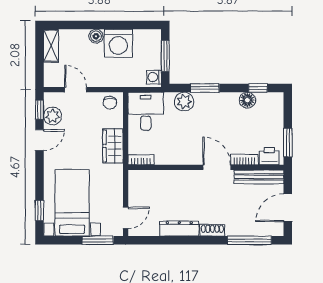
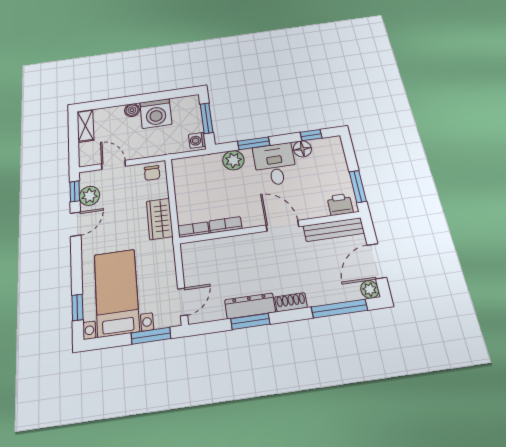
desk: (146, 111) -> (275, 164), moved
bookcase: (244, 160) -> (225, 225), moved
plant: (277, 229) -> (370, 289), added
window: (178, 240) -> (250, 321), added

